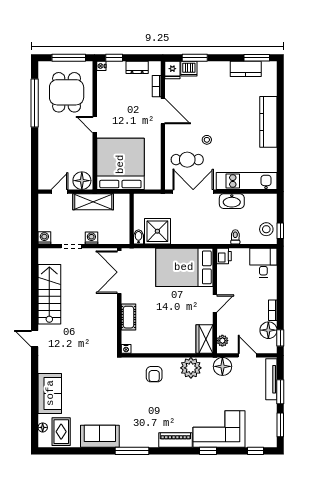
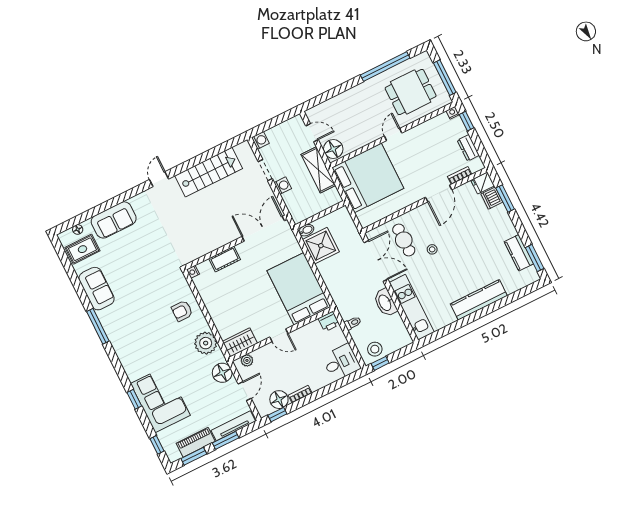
piano: (175, 440) -> (196, 442), moved, turned -90

